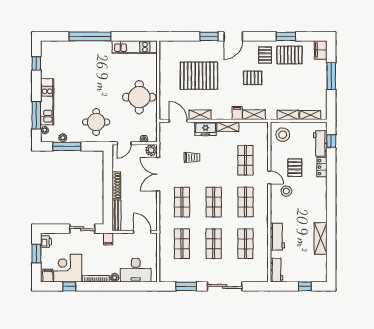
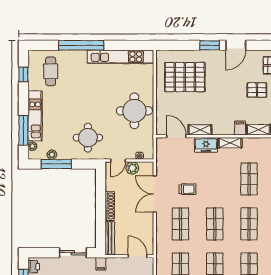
kitchen unit: (135, 47) -> (120, 57), width x1.36
cafe table: (62, 60) -> (51, 71), added
pallet: (199, 76) -> (185, 77), moved
plant: (151, 150) -> (132, 168), moved
trolley: (192, 157) -> (188, 189), moved

